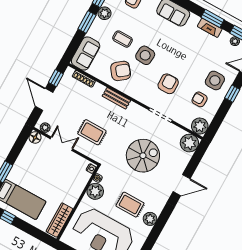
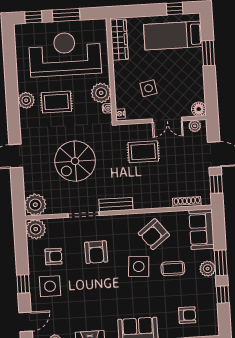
plant: (104, 13) -> (208, 269), moved
bench: (116, 98) -> (116, 205), moved
side table: (60, 174) -> (149, 88), added

